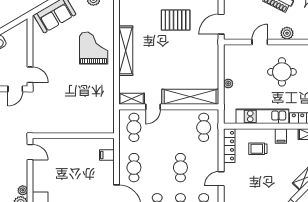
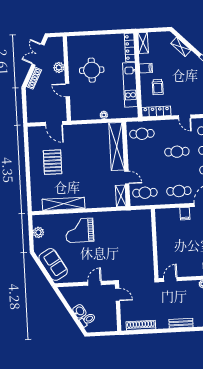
shelving: (126, 51) -> (63, 204), moved
door: (30, 75) -> (95, 283), moved
filing cabinet: (107, 155) -> (185, 214), moved

